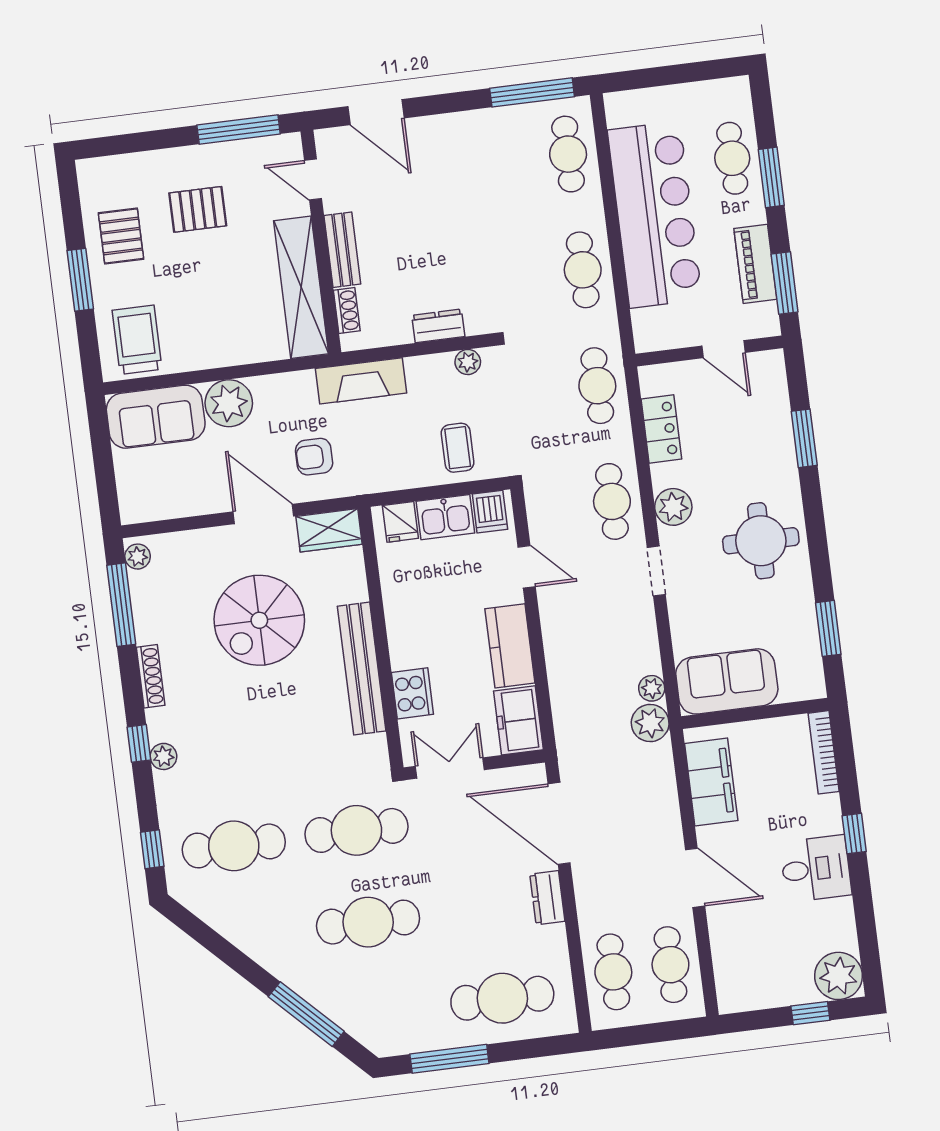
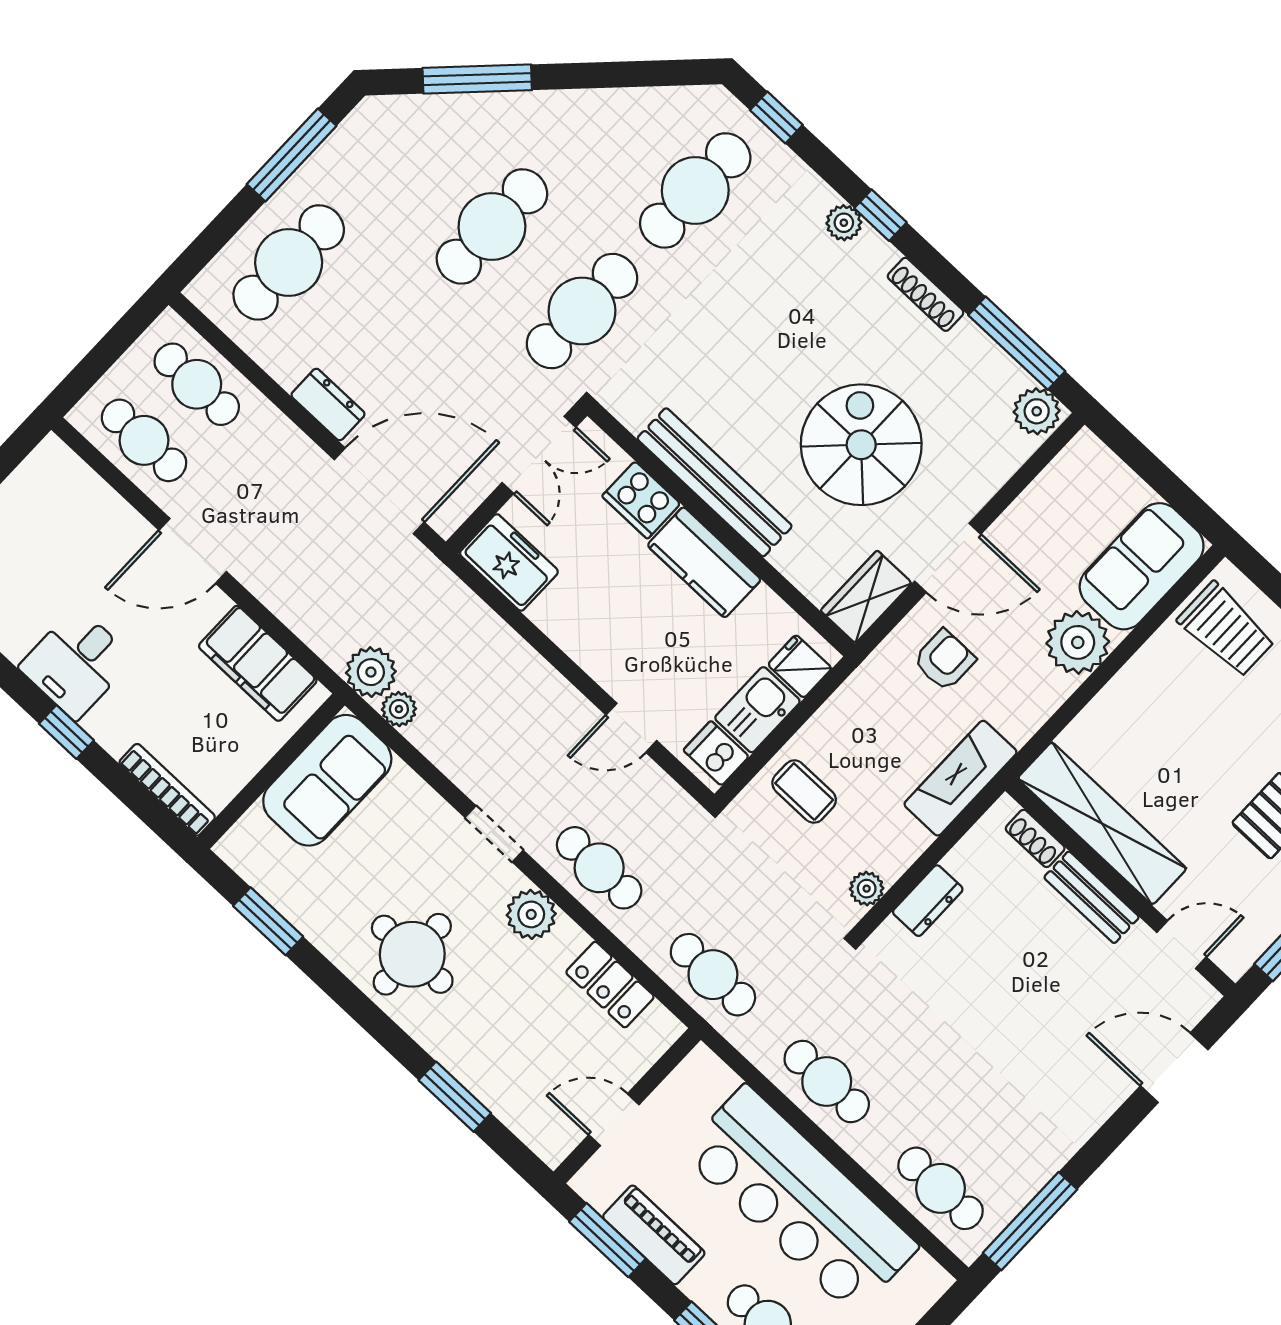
plant: (138, 557) -> (1037, 411), width x1.38, depth x1.38
kitchen counter: (510, 646) -> (704, 562), moved, turned 180

